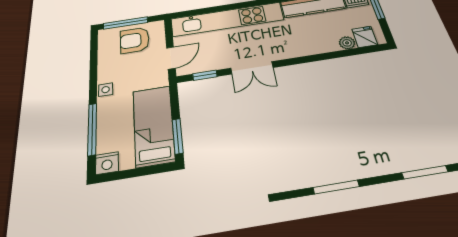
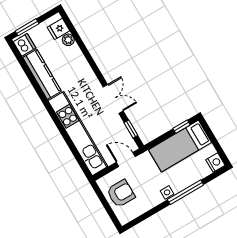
window: (125, 23) -> (108, 209), removed
armchair: (135, 40) -> (121, 194), turned -90
window: (92, 129) -> (185, 192), moved
window: (178, 136) -> (181, 127), width x0.67

